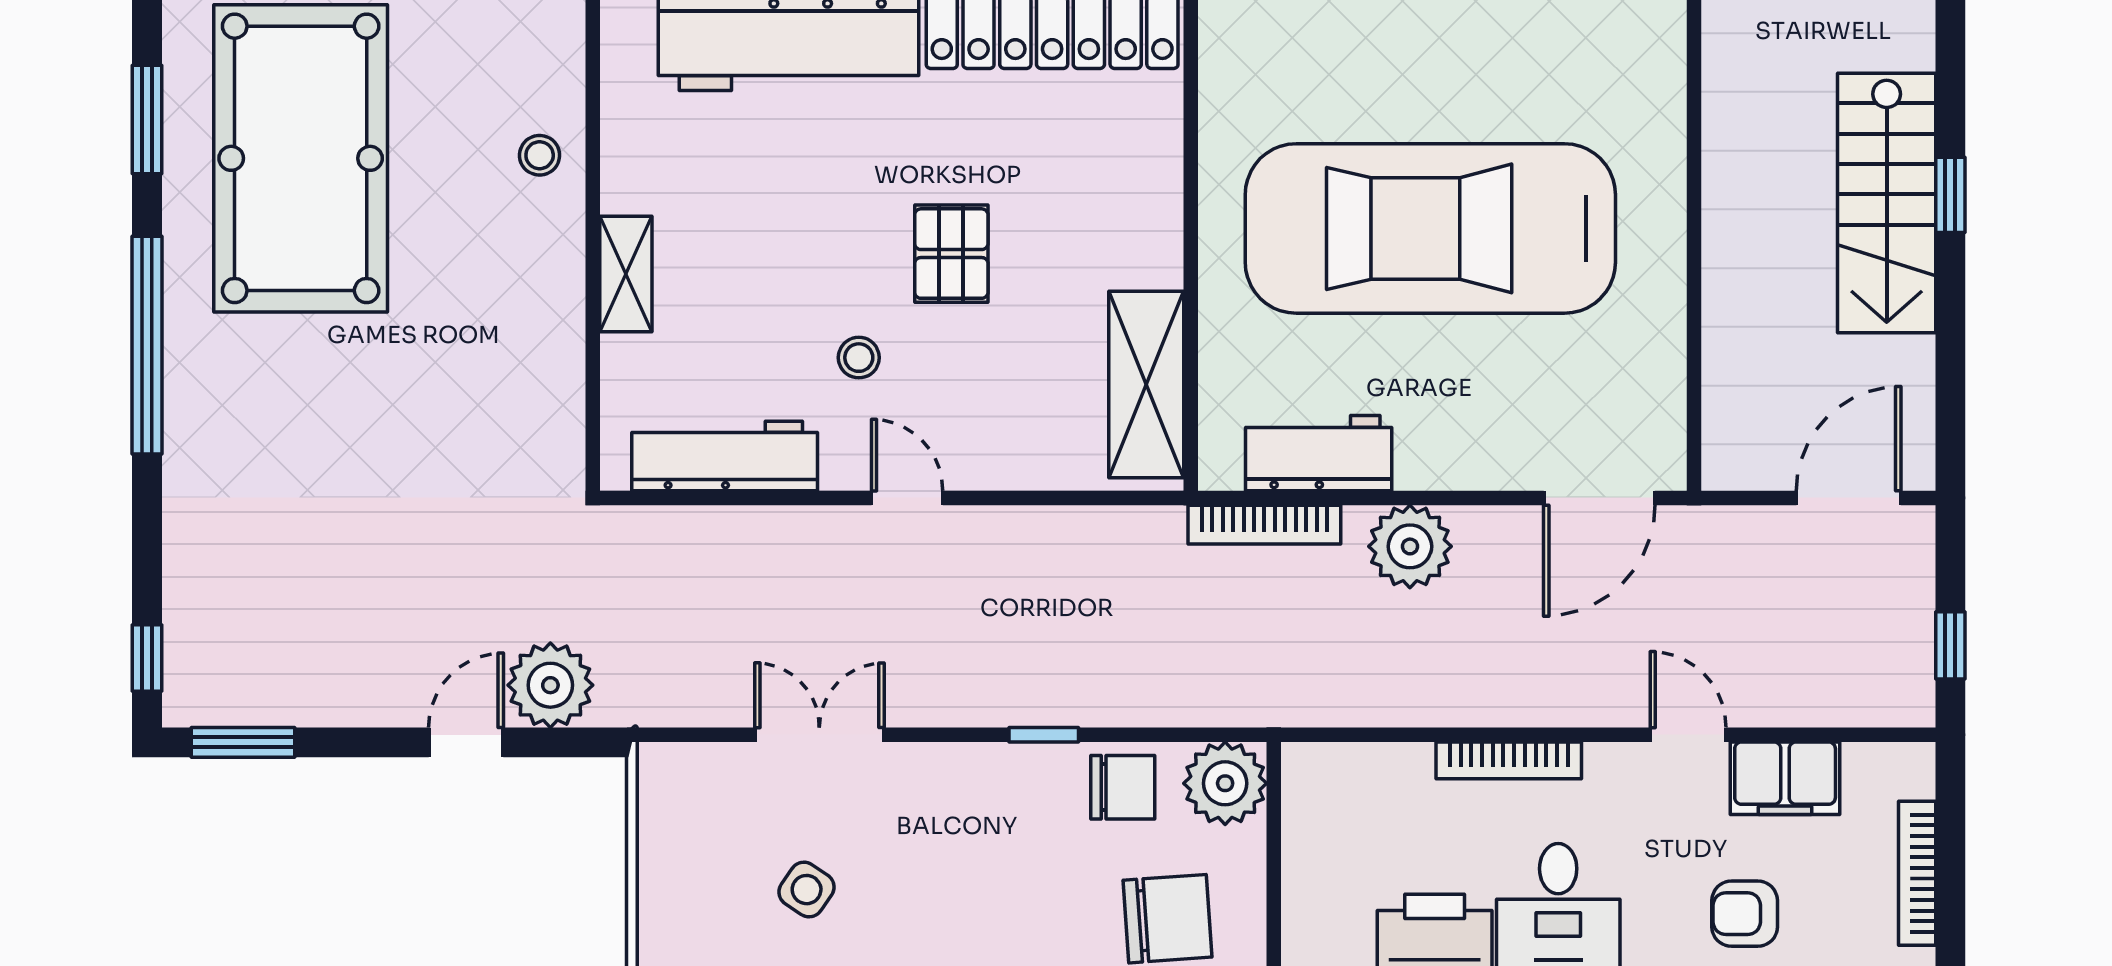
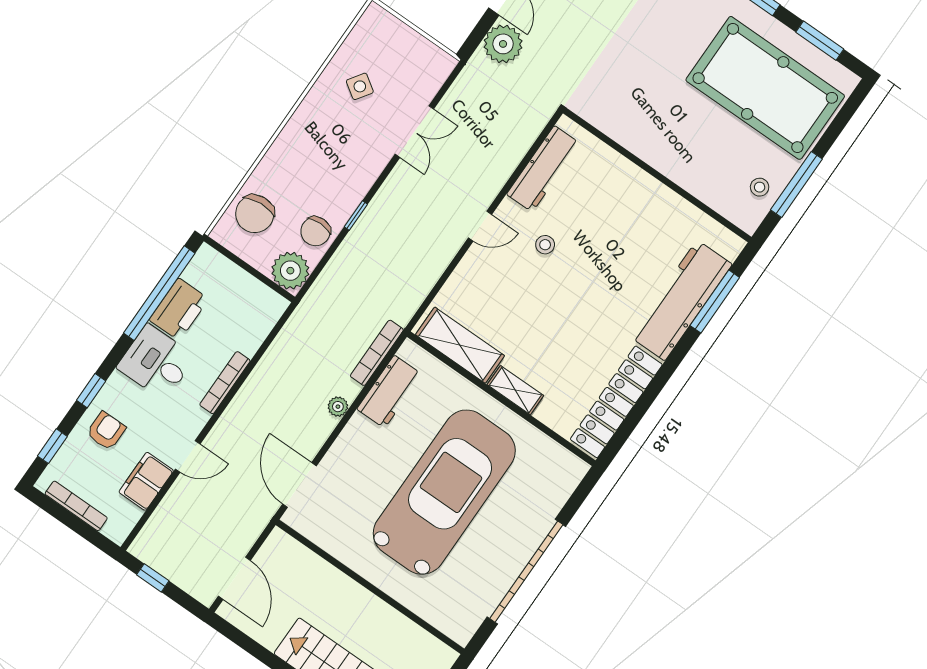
stool: (540, 155) -> (760, 187), moved
pallet: (951, 254) -> (560, 306), removed
shelving: (626, 274) -> (515, 390), moved
plant: (1410, 546) -> (338, 407), width x0.53, depth x0.53

